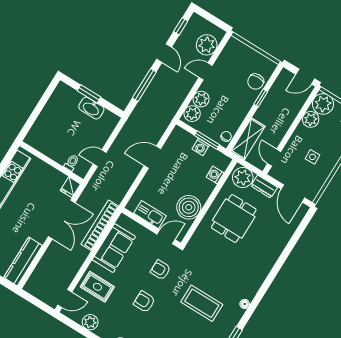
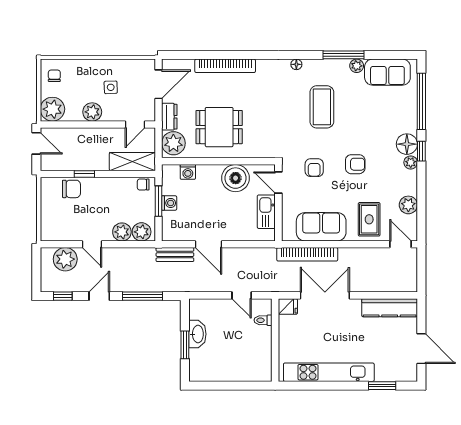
plant: (311, 119) -> (92, 112), moved
bench: (160, 128) -> (175, 255), added
bookcase: (276, 251) -> (225, 66), added
armchair: (144, 302) -> (355, 164), turned -90

